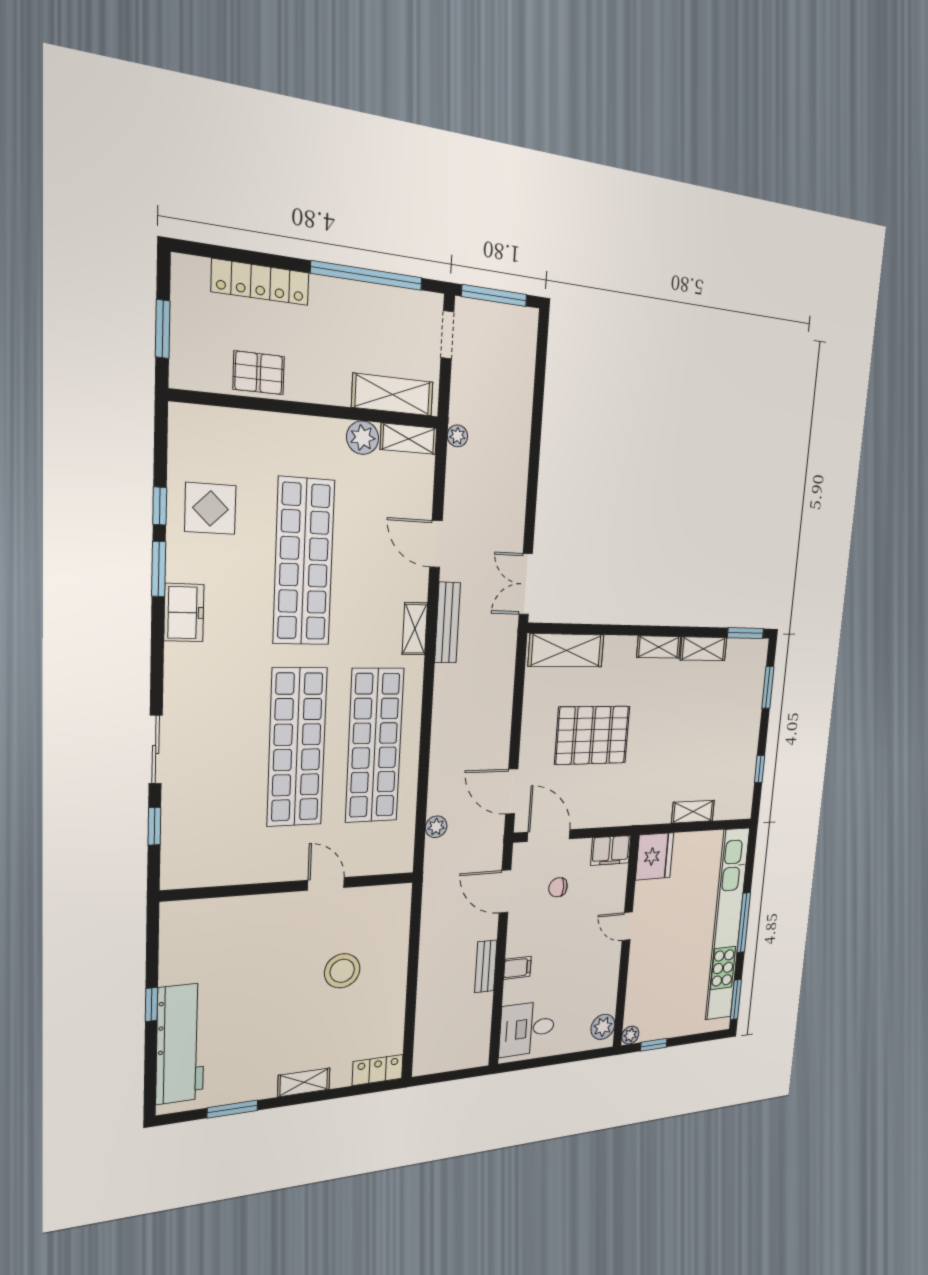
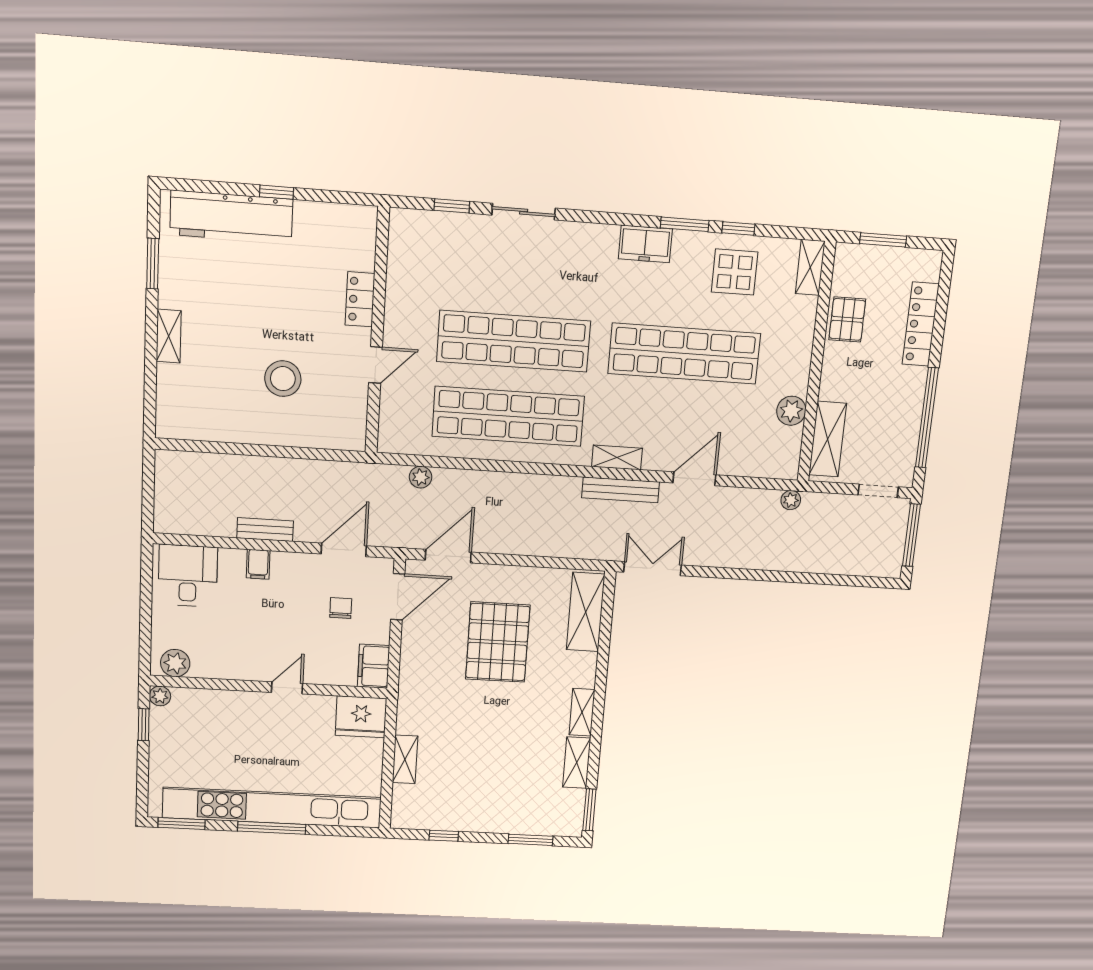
shelving: (409, 439) -> (810, 267), moved
locker: (378, 1070) -> (360, 299), moved, turned 180

